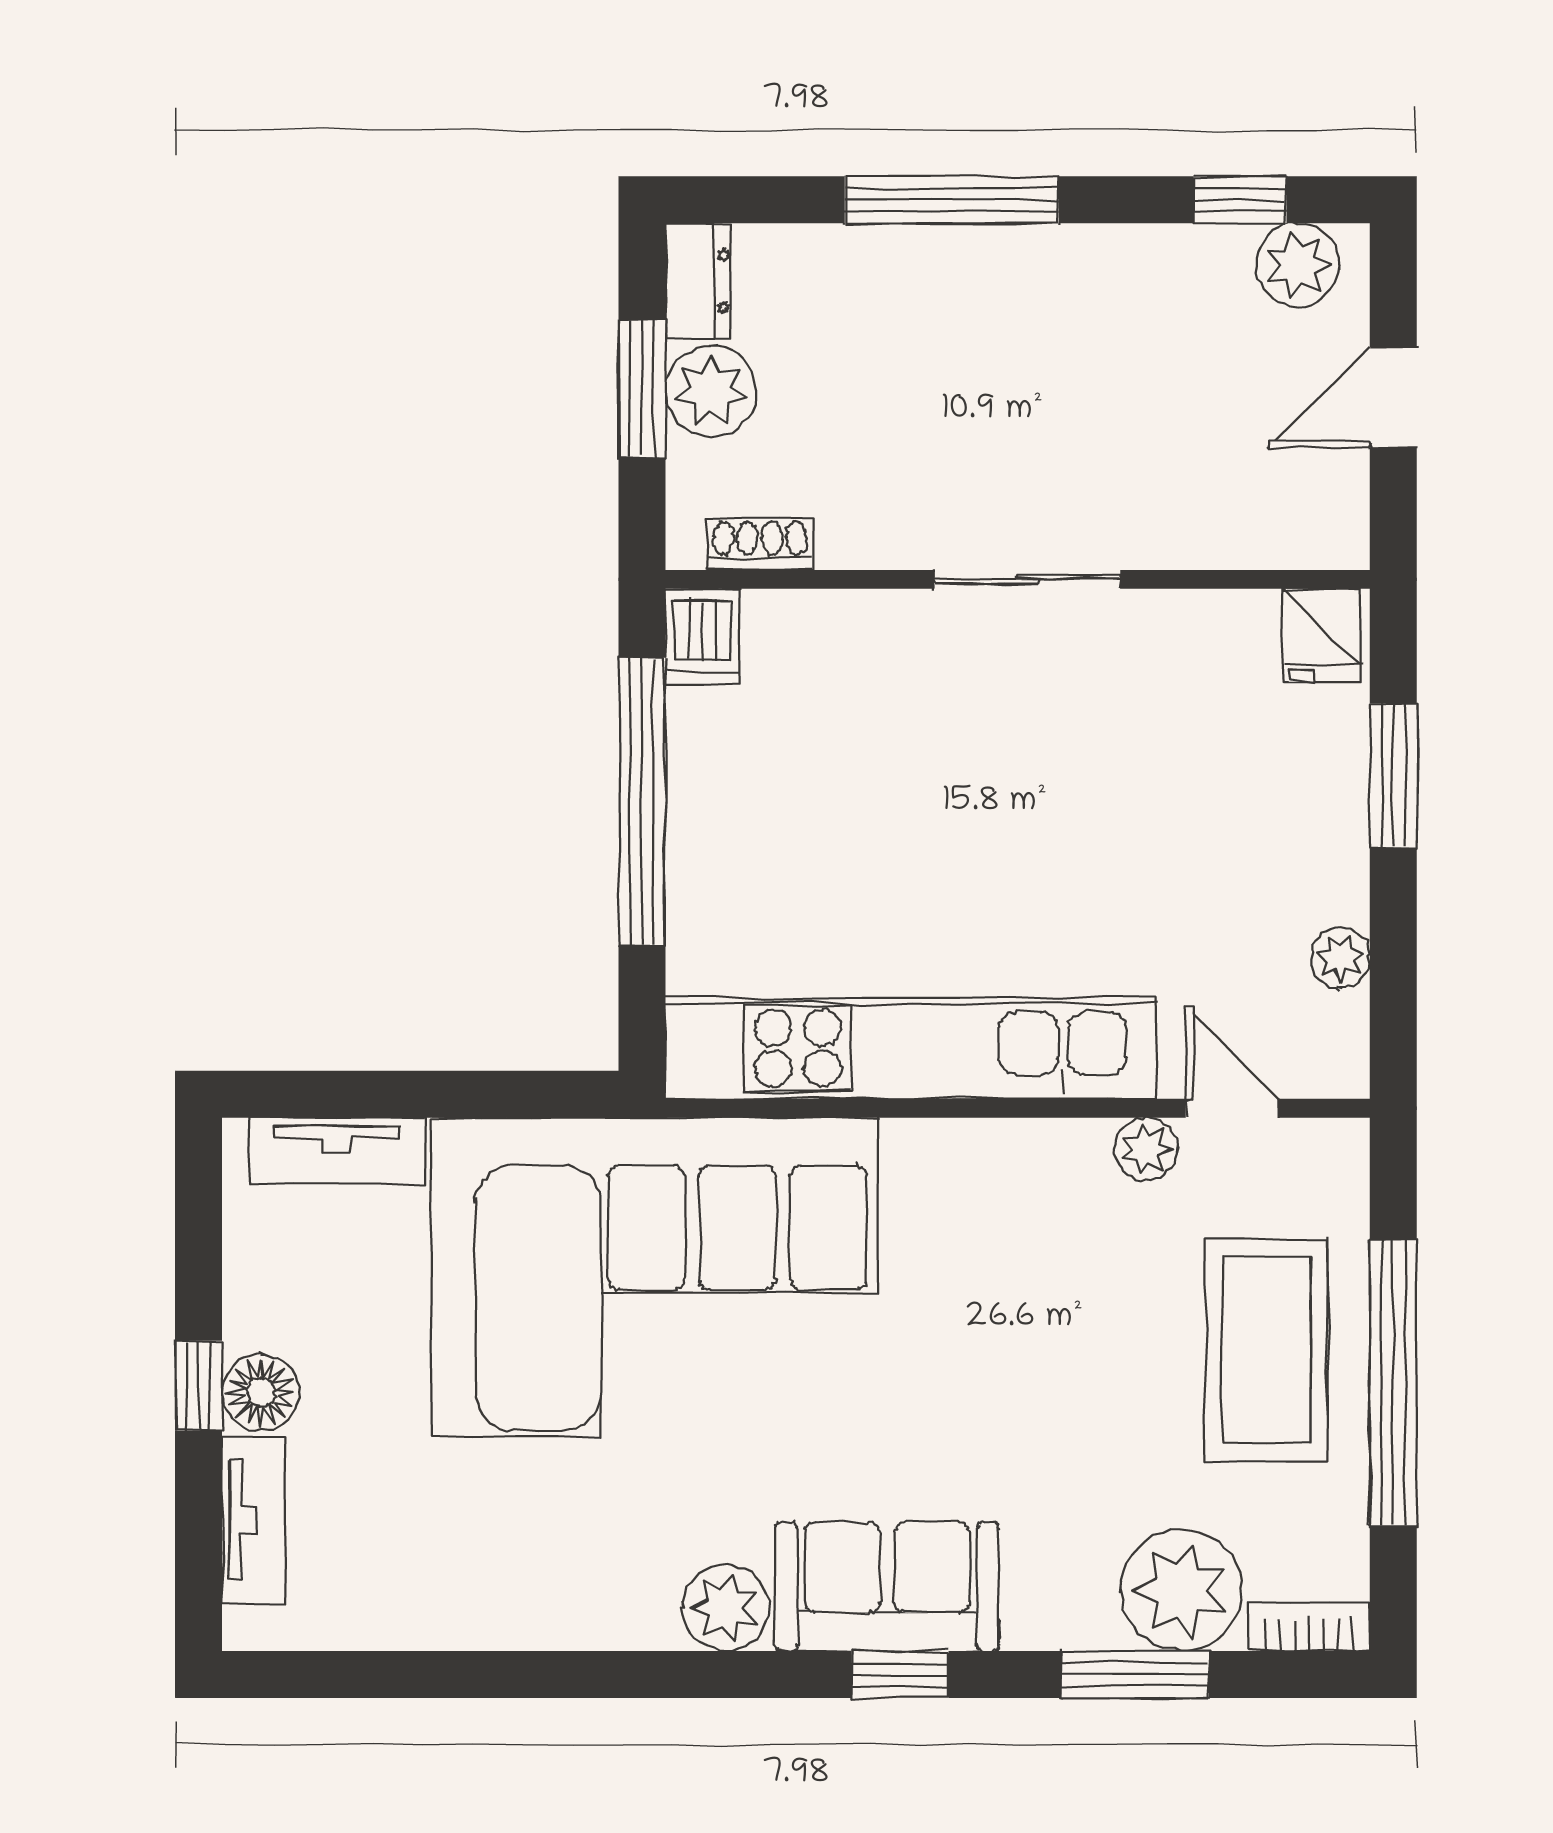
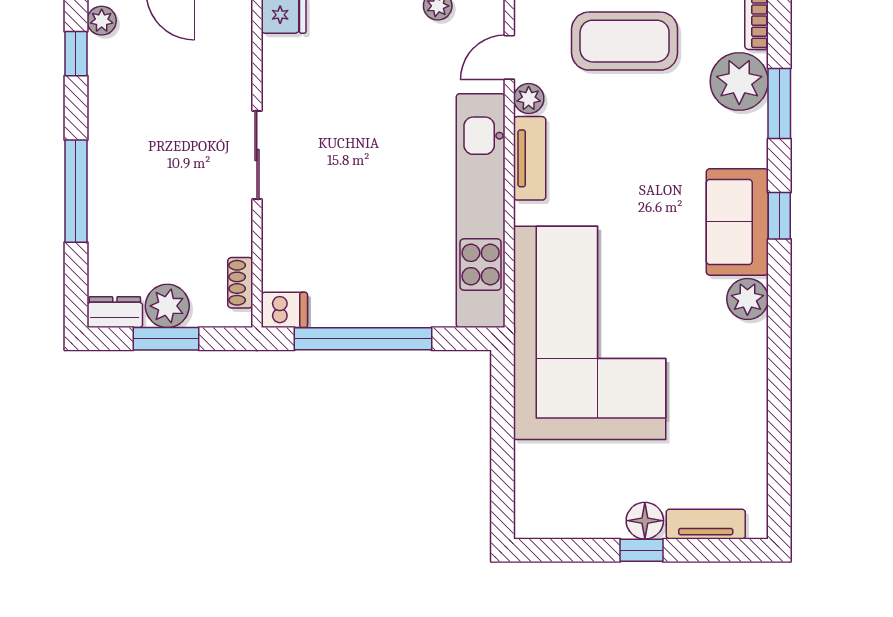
plant: (1298, 265) -> (102, 21), width x0.73, depth x0.73
tv unit: (337, 1151) -> (530, 158), moved

